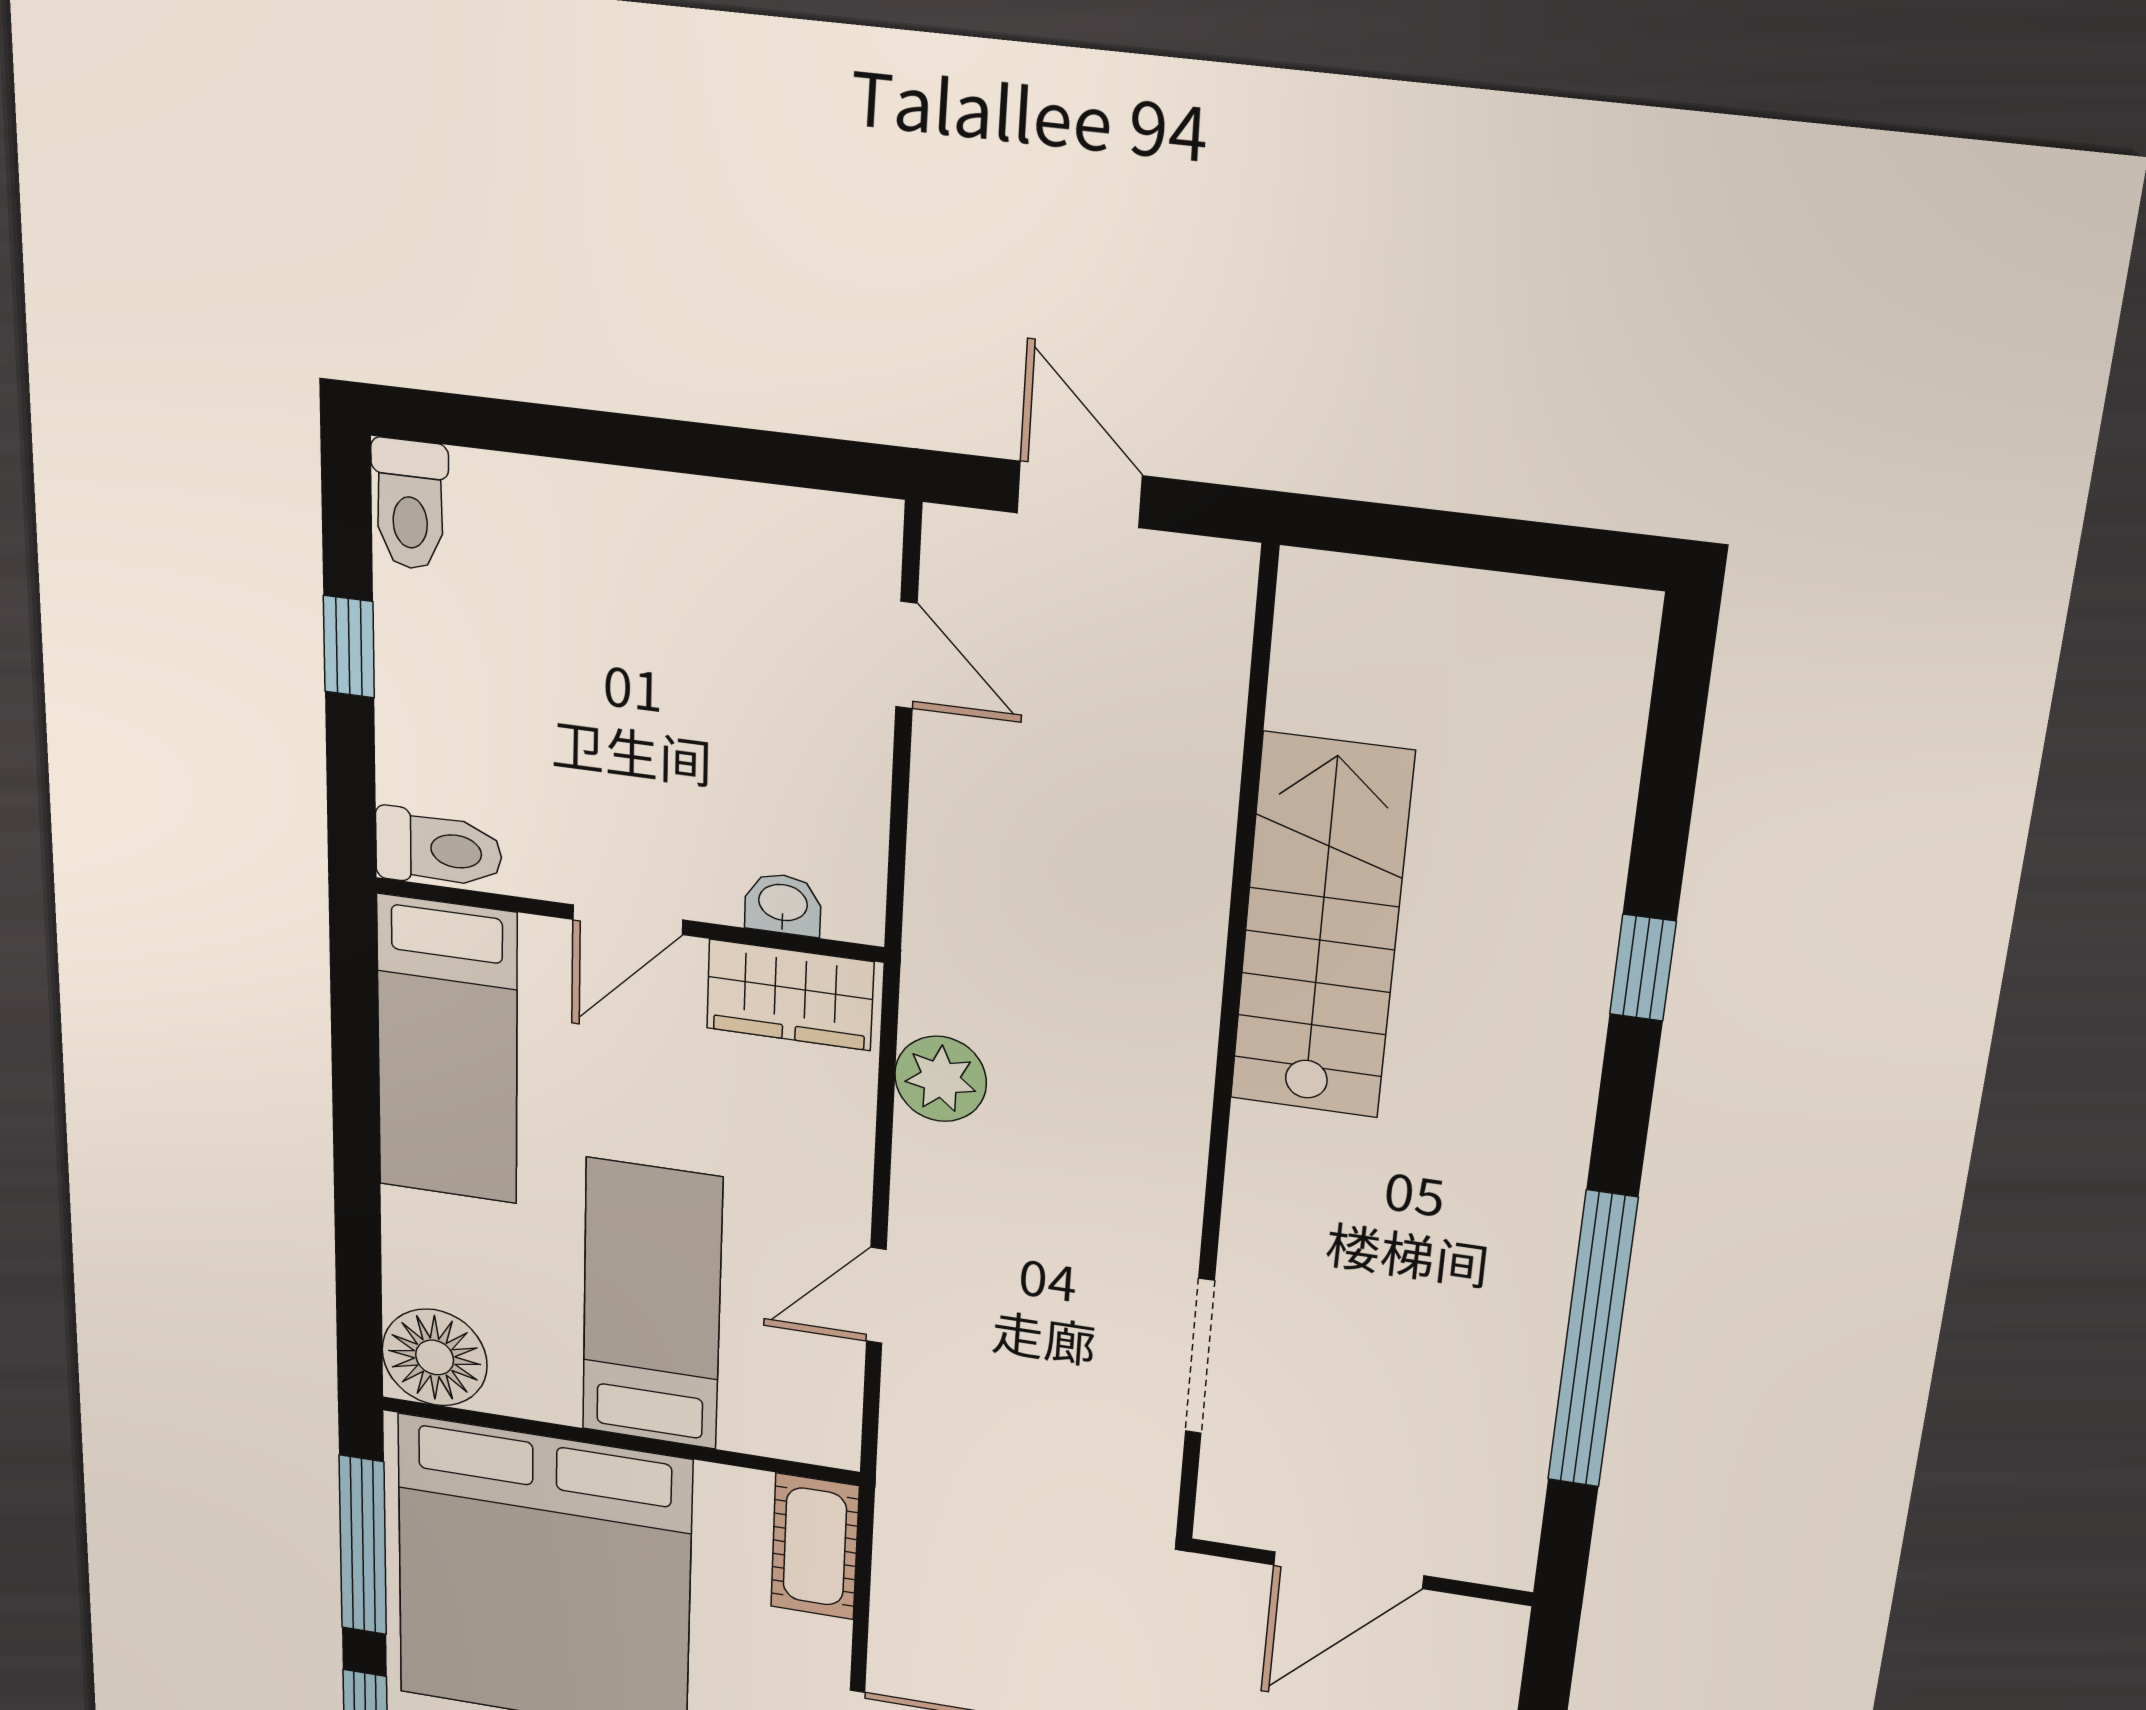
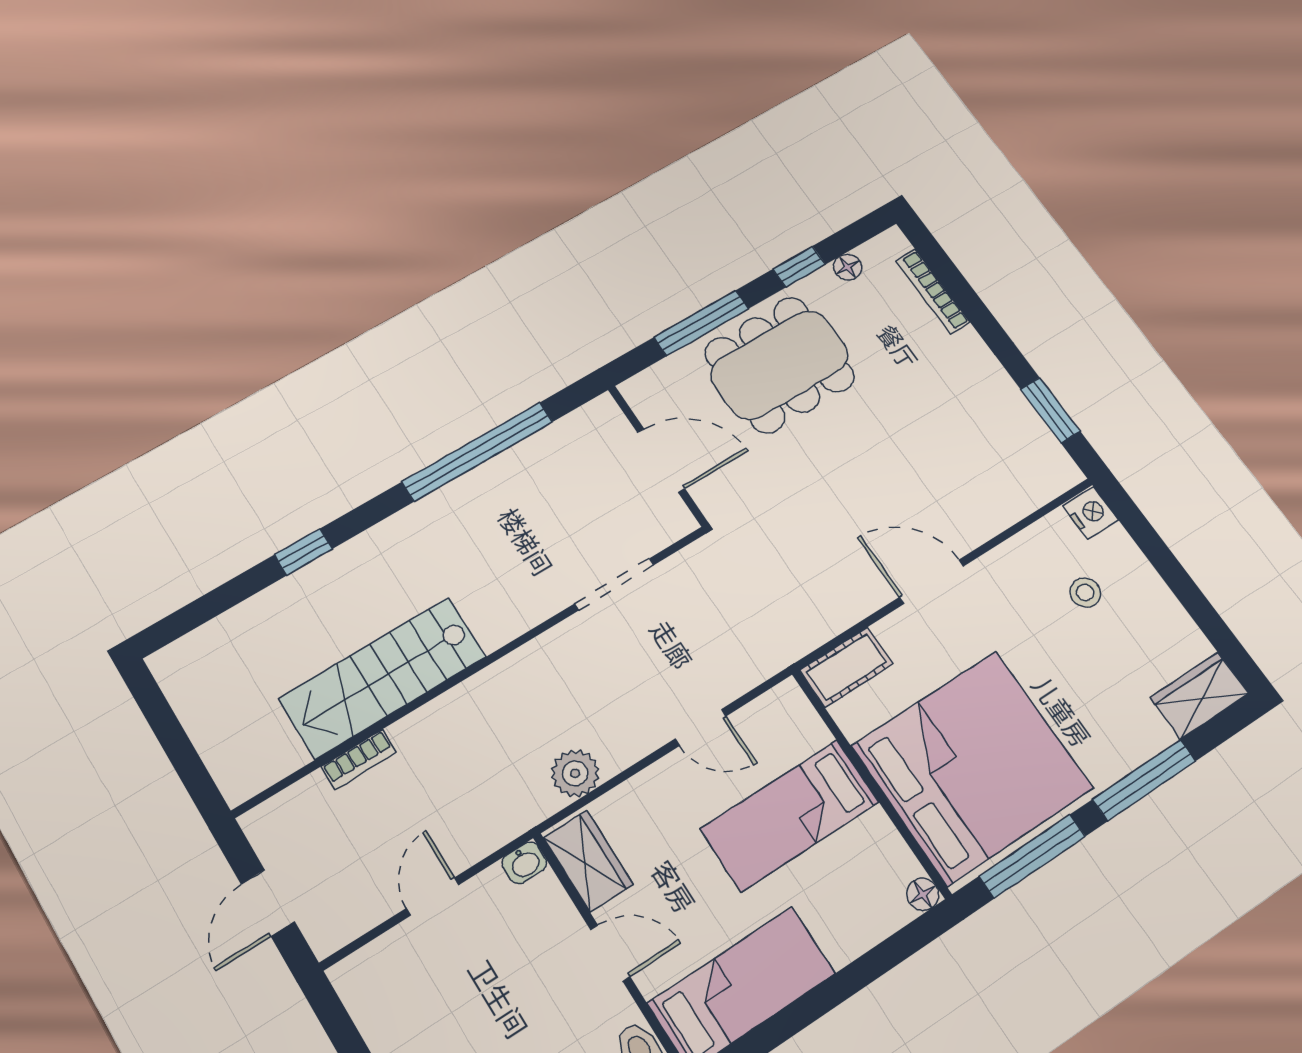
door: (907, 655) -> (433, 896), moved
bookcase: (1211, 795) -> (359, 759), added
washbasin: (783, 904) -> (525, 863), moved, turned -90
floor lamp: (435, 1357) -> (923, 894), width x0.53, depth x0.53

